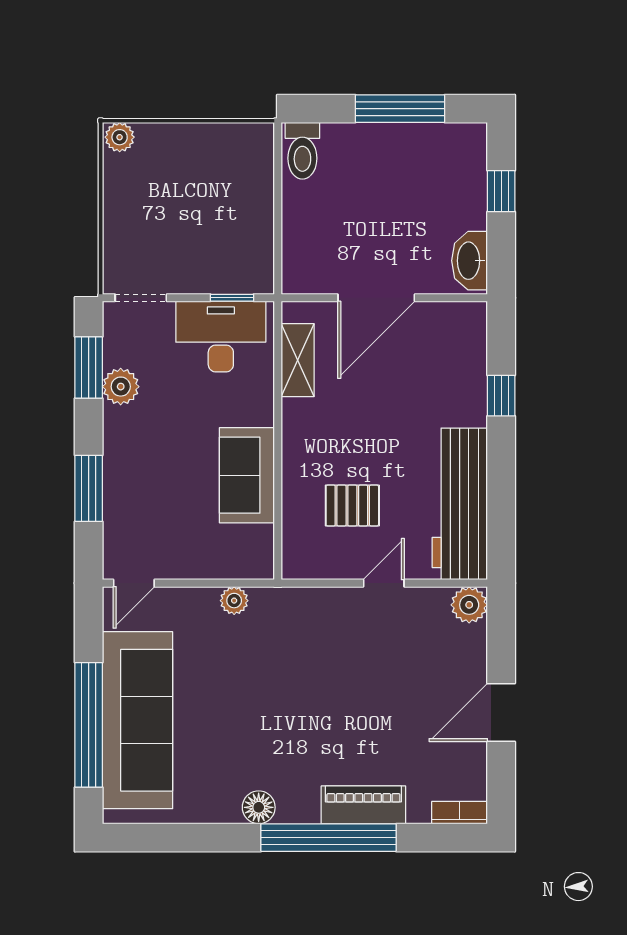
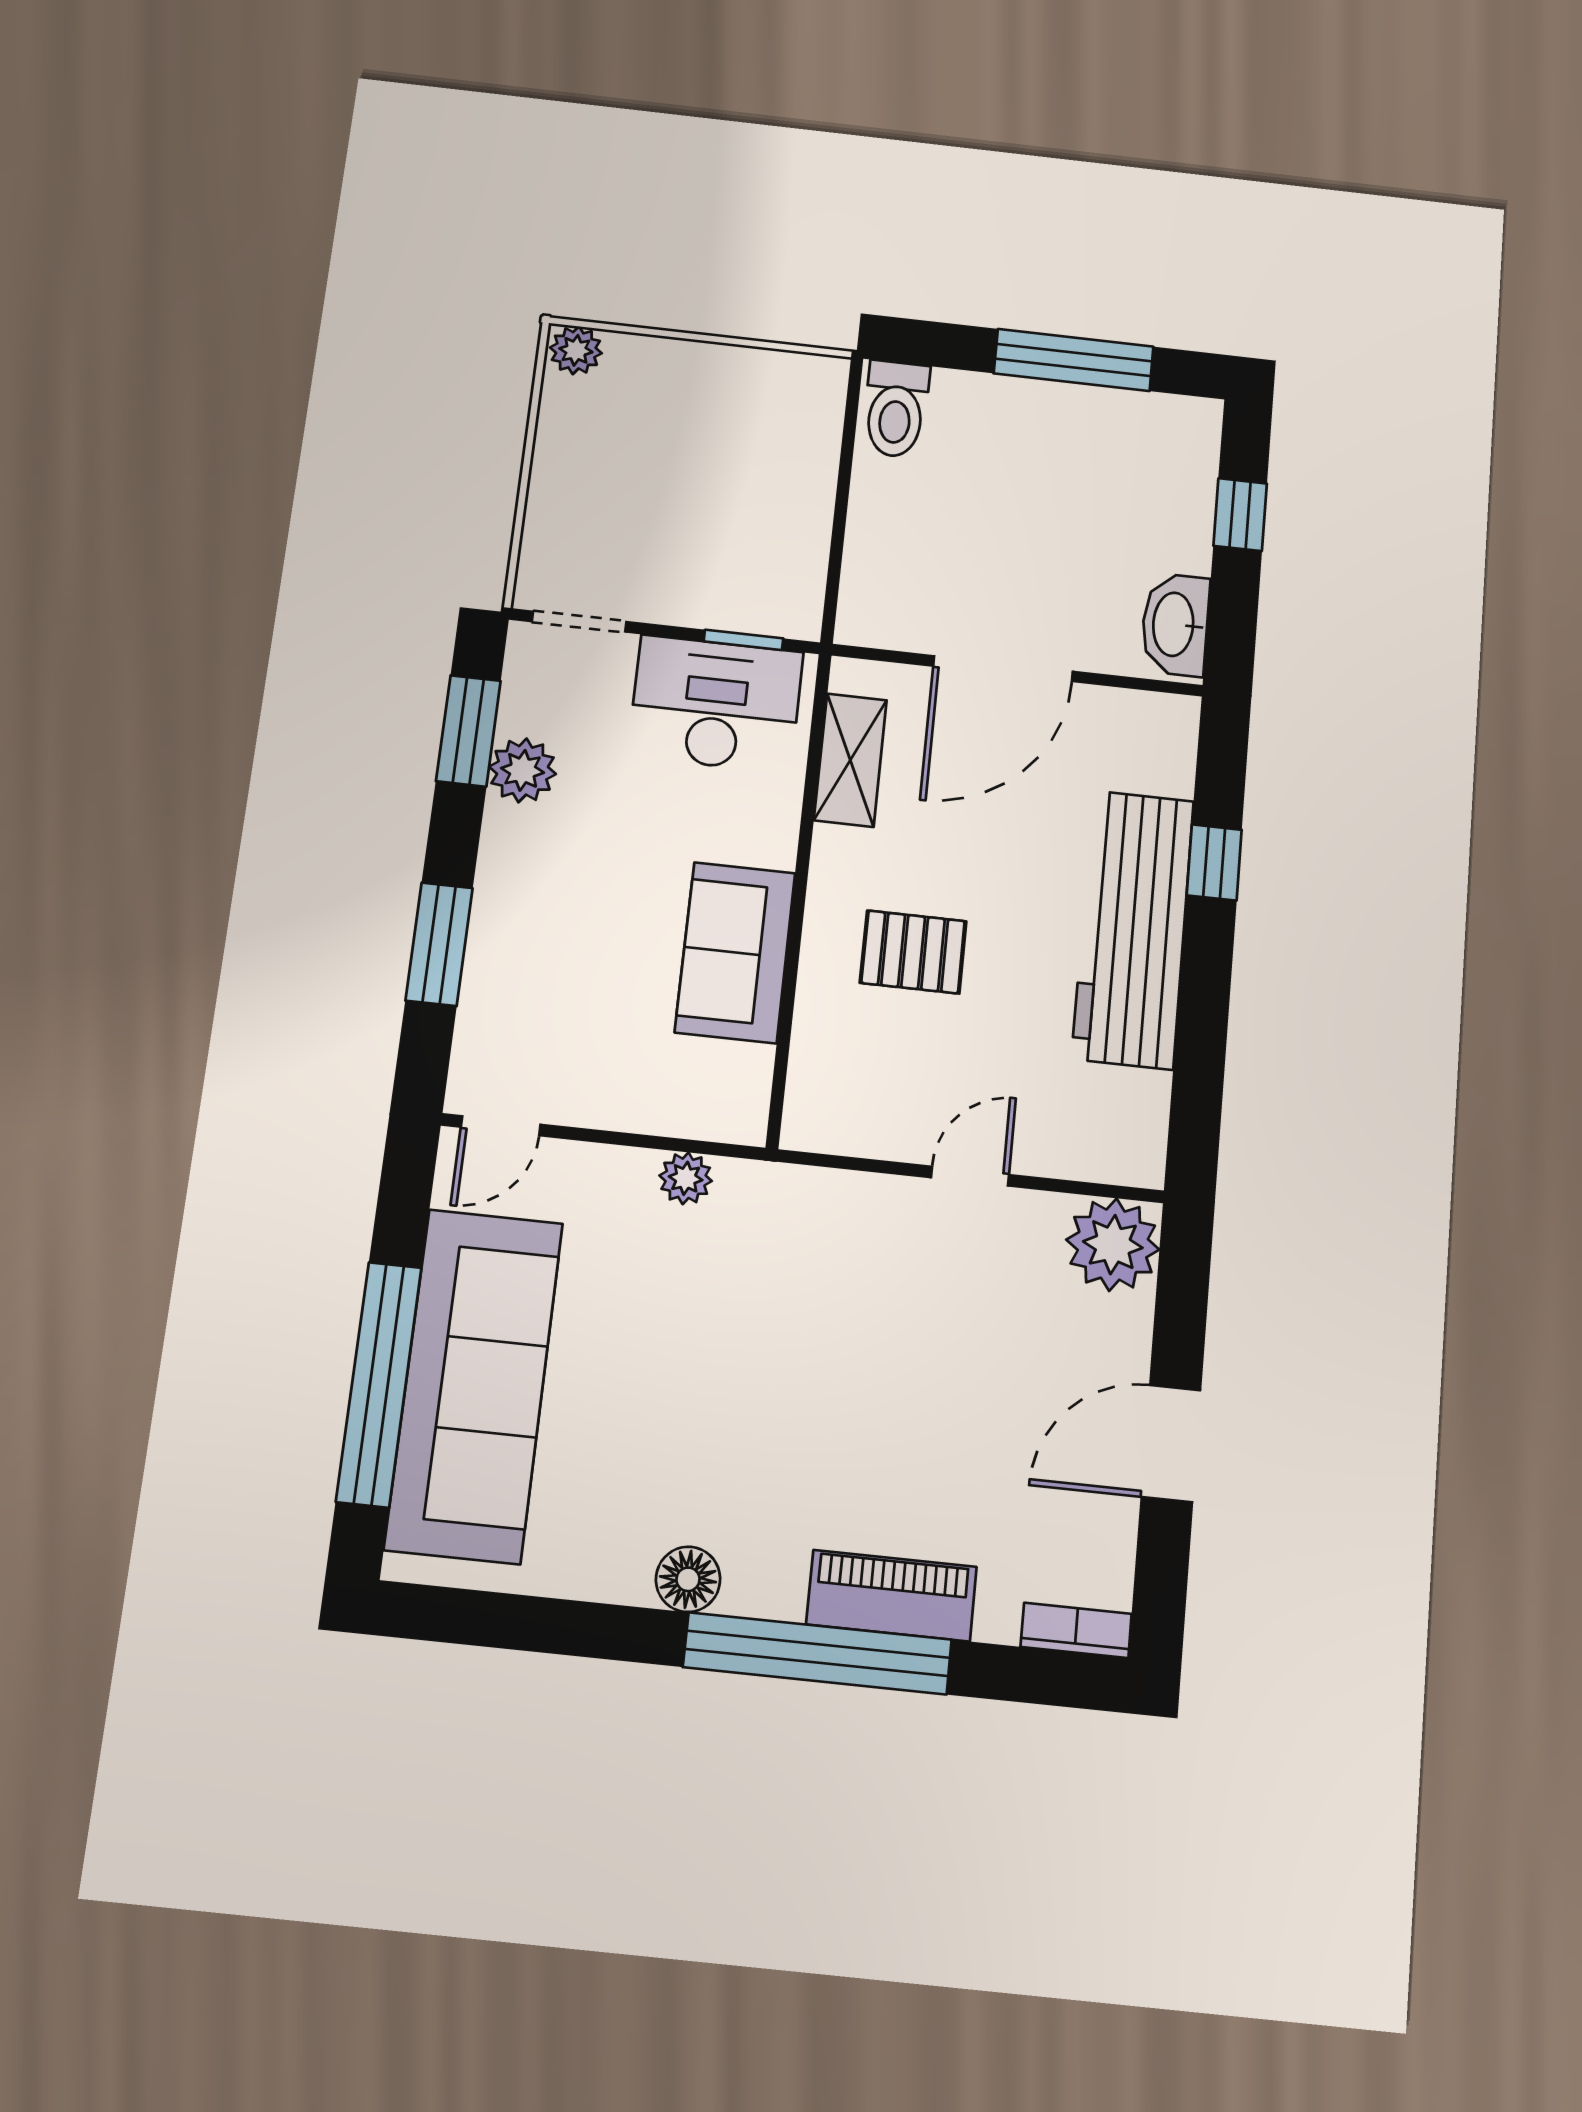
workbench: (460, 504) -> (1133, 929), moved
pallet: (352, 505) -> (913, 952), moved
plant: (469, 605) -> (1113, 1245), width x1.36, depth x1.36

